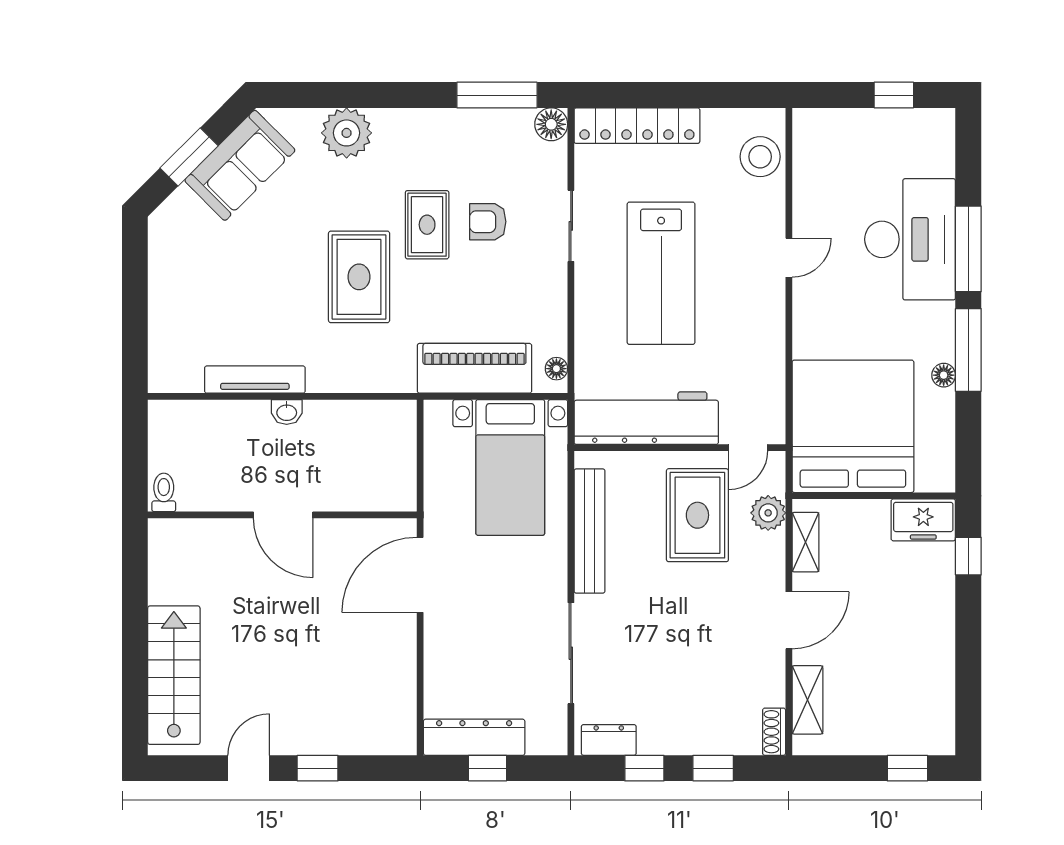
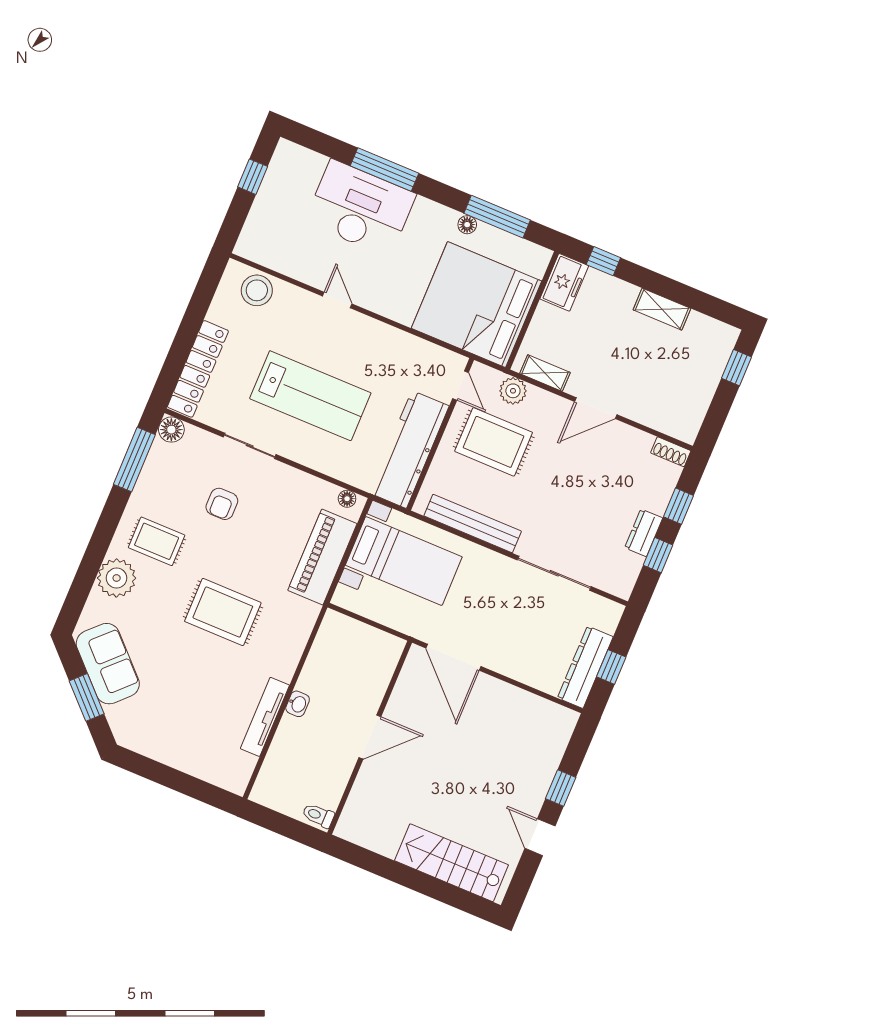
rug: (427, 225) -> (157, 541), moved
window: (968, 350) -> (497, 217), moved
door: (789, 620) -> (596, 408), swing flipped
shelving: (807, 700) -> (662, 309), moved
dresser: (609, 740) -> (644, 533), moved

